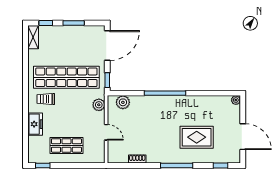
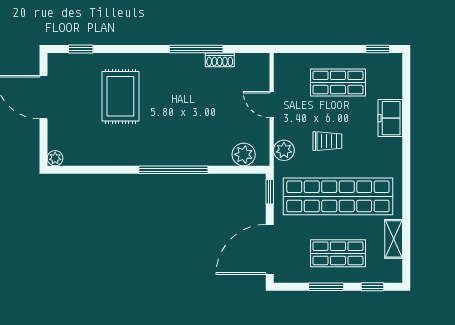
shelving: (33, 37) -> (394, 239), moved
shop shelf: (66, 43) -> (338, 253), added
trolley: (46, 99) -> (327, 141), moved
rug: (197, 137) -> (120, 96), turned 90
window: (177, 166) -> (196, 49), moved

